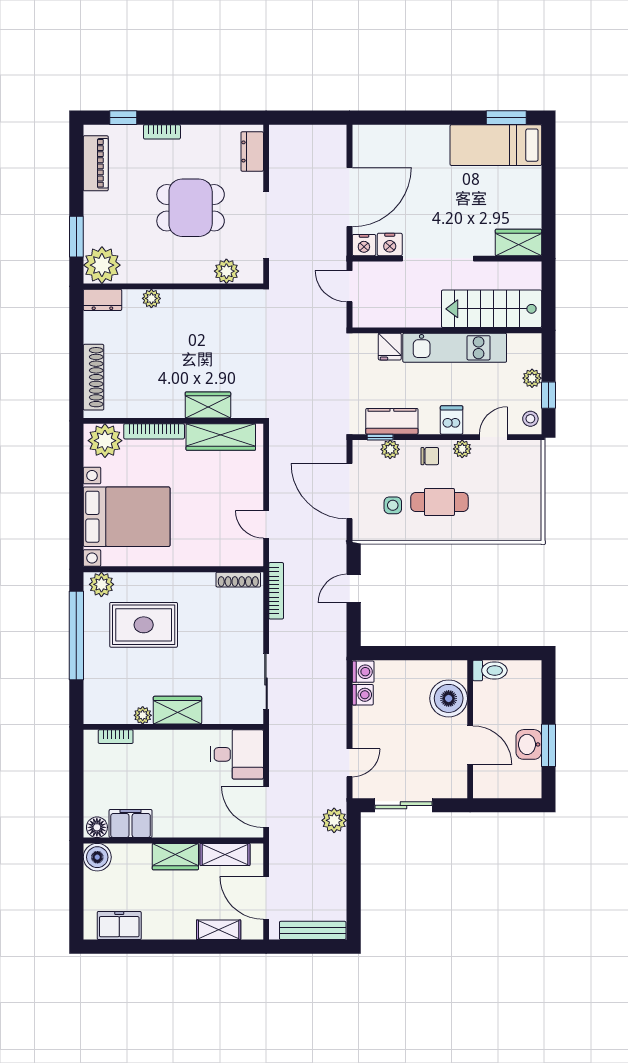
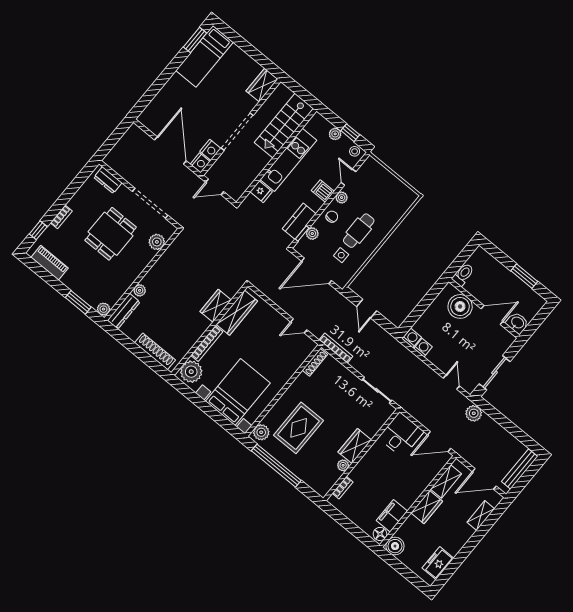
plant: (102, 265) -> (103, 309), width x0.53, depth x0.53
dresser: (102, 300) -> (124, 311), width x1.44
washbasin: (529, 744) -> (517, 323), moved, turned 180

